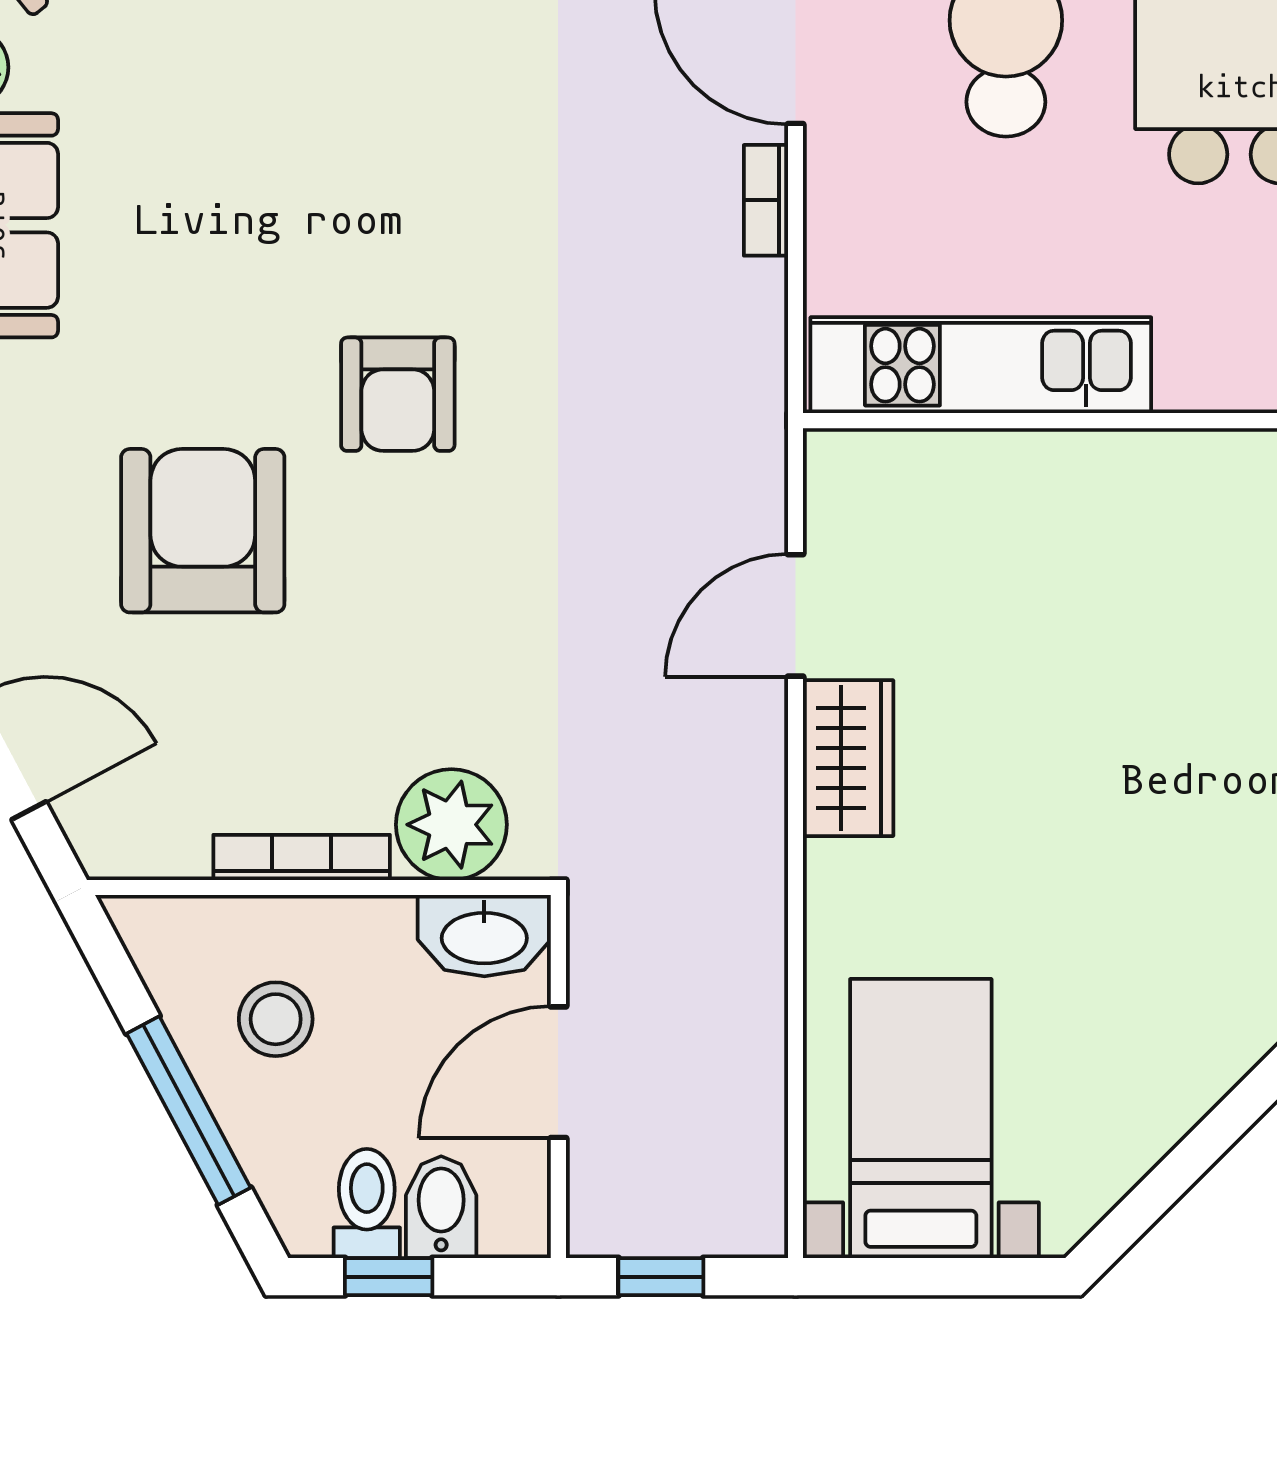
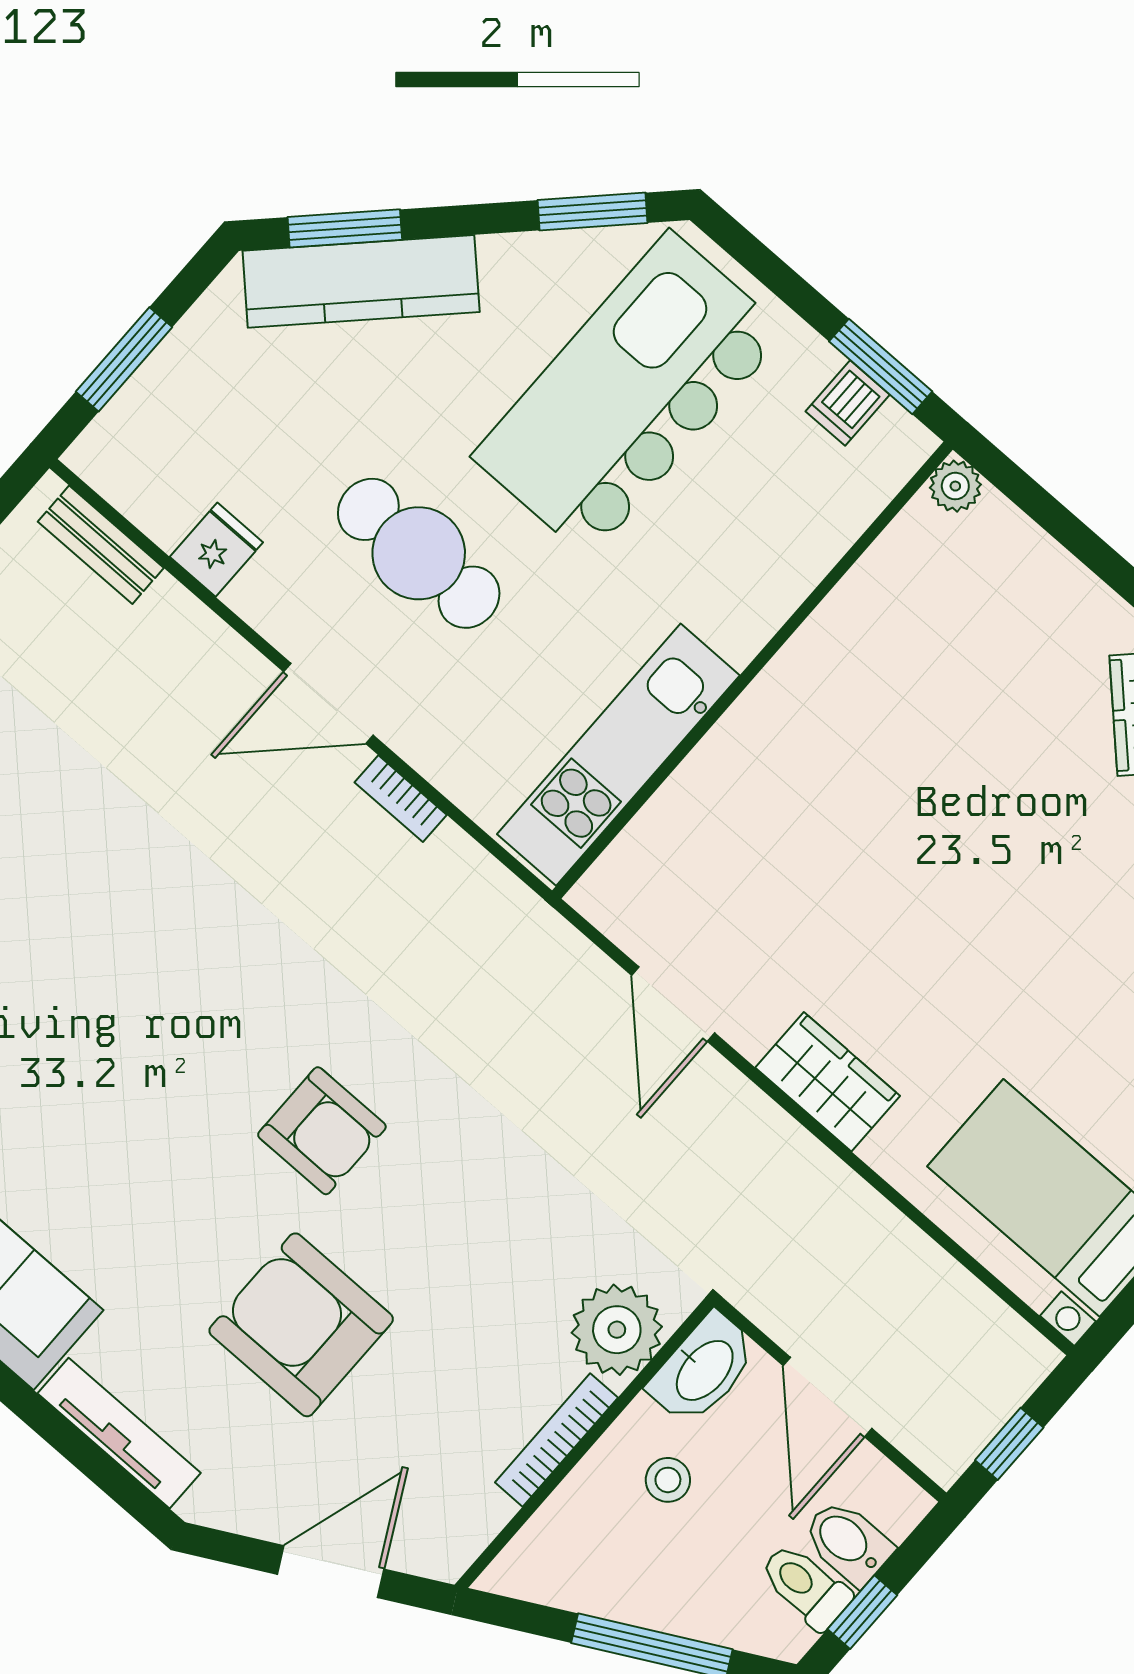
wardrobe: (848, 758) -> (828, 1082), moved
stool: (276, 1019) -> (668, 1480), moved, width x0.73, depth x0.73

